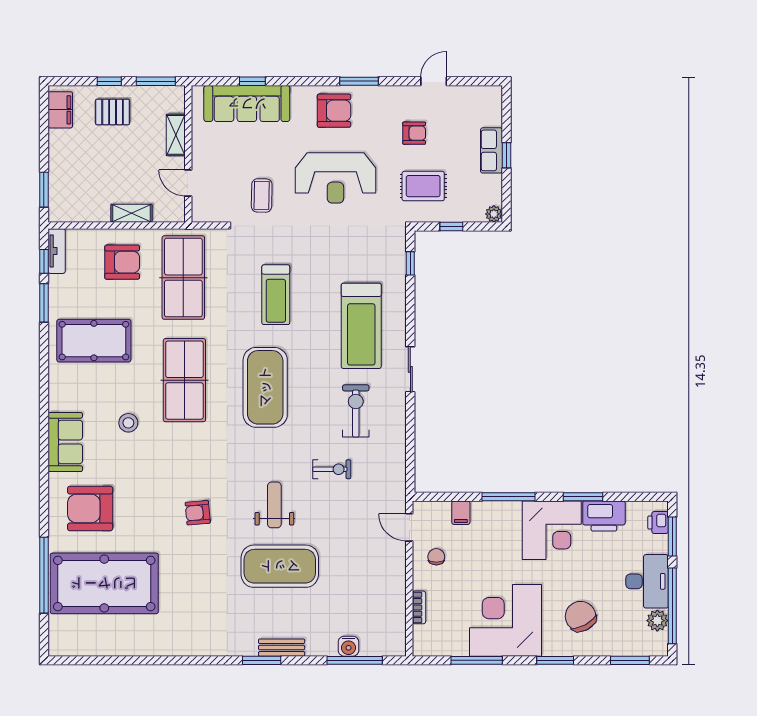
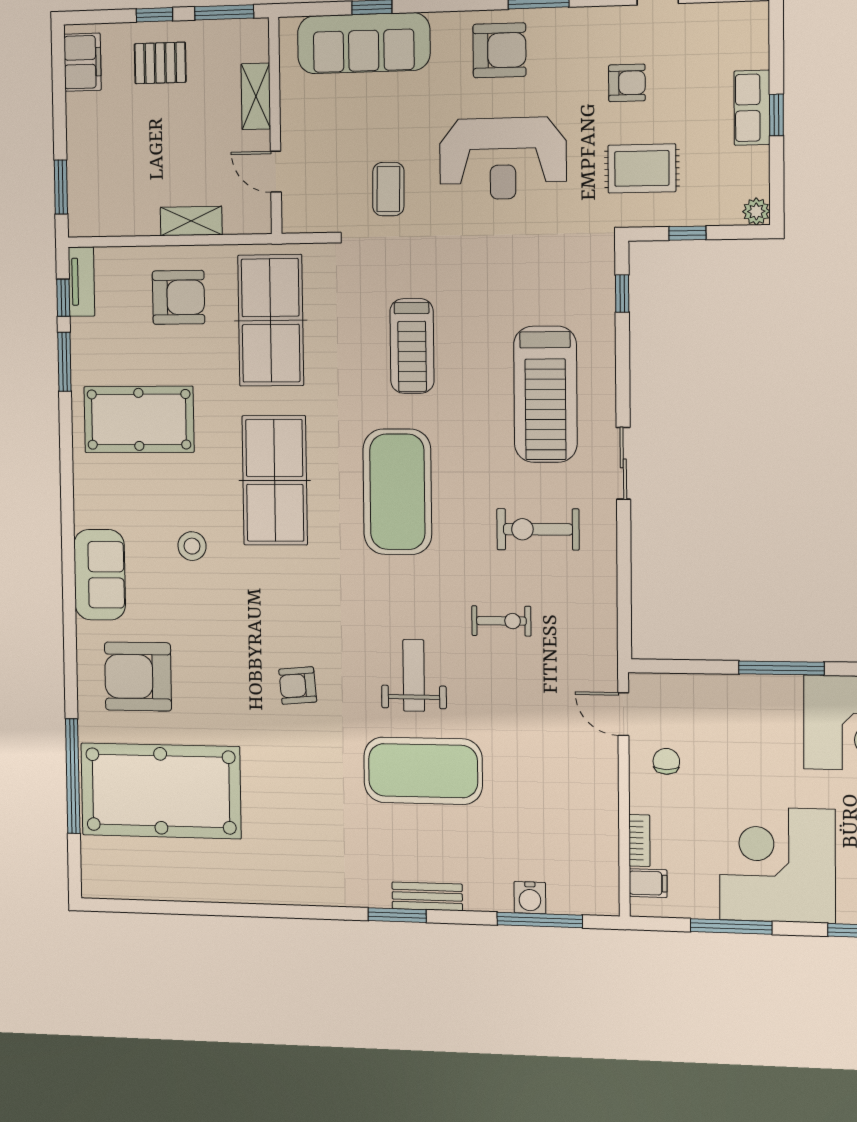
exercise bike: (356, 411) -> (538, 529), turned -90
filing cabinet: (461, 513) -> (648, 883), moved, turned -90

